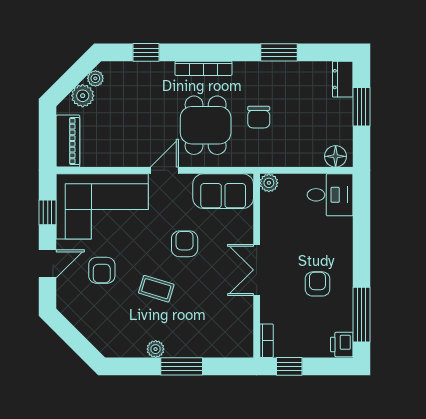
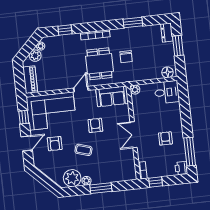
plant: (128, 341) -> (72, 178), added

